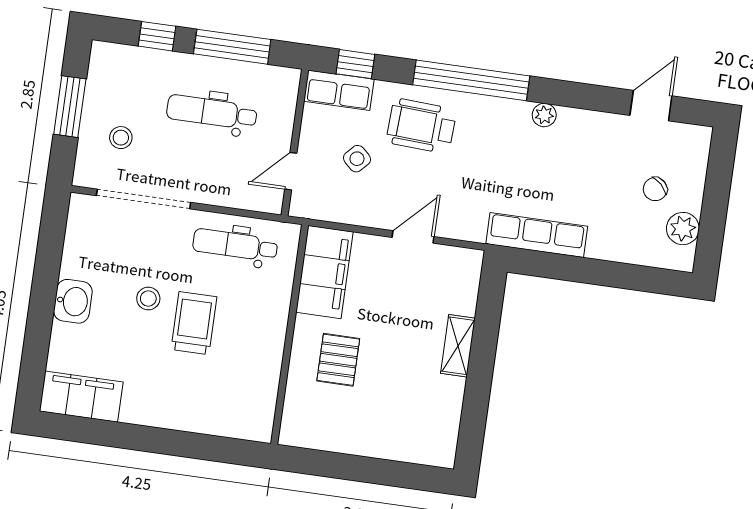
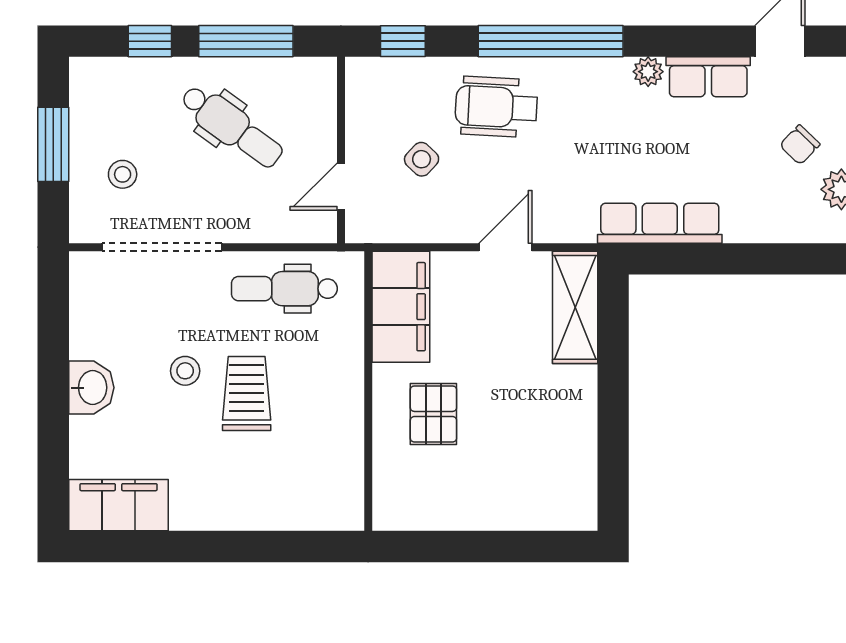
row of seats: (339, 90) -> (708, 77), moved
dental chair: (212, 112) -> (232, 127), turned -144
shelving: (458, 346) -> (575, 307), moved, width x1.50, depth x1.33

